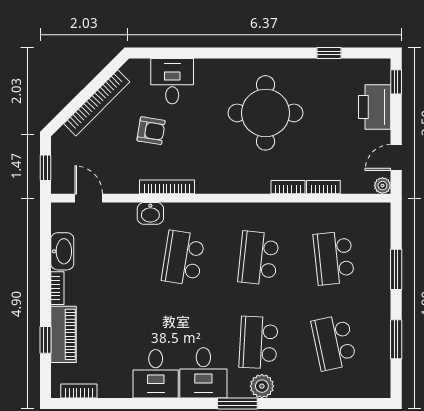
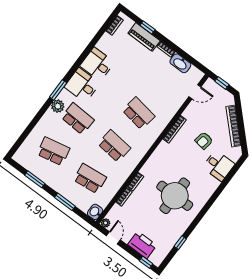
washbasin: (150, 213) -> (95, 212), moved

